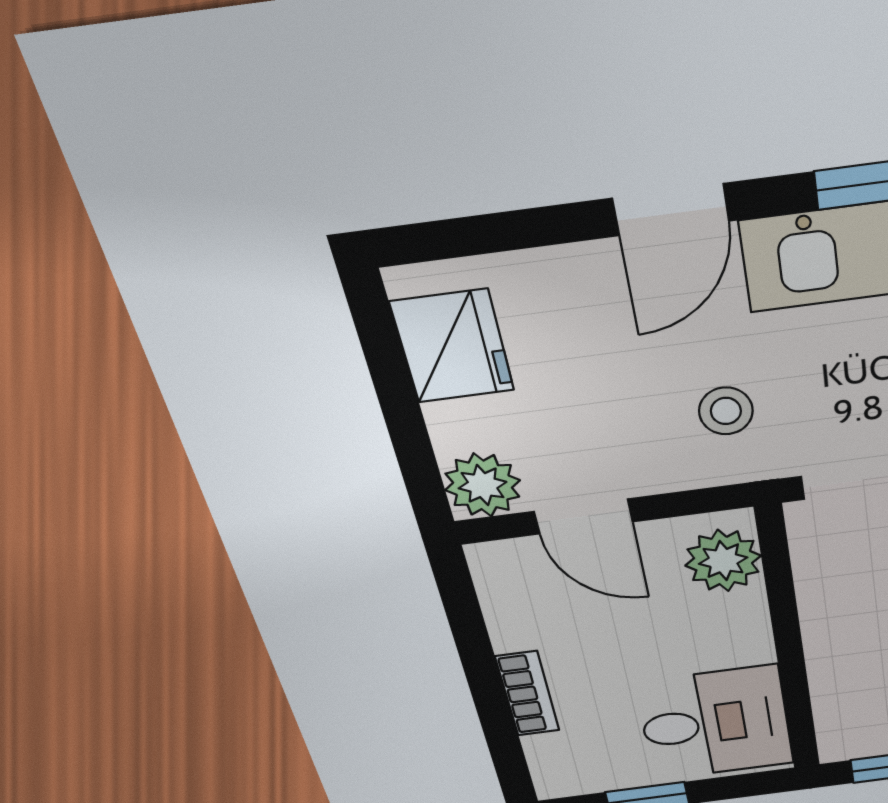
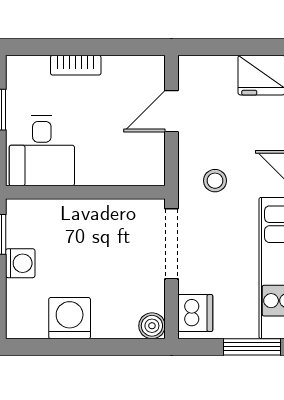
plant: (483, 485) -> (194, 72), removed
plant: (723, 561) -> (138, 168), removed

